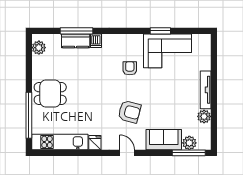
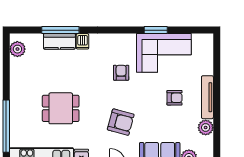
armchair: (177, 90) -> (175, 98), added
dining table: (50, 94) -> (61, 108), moved

